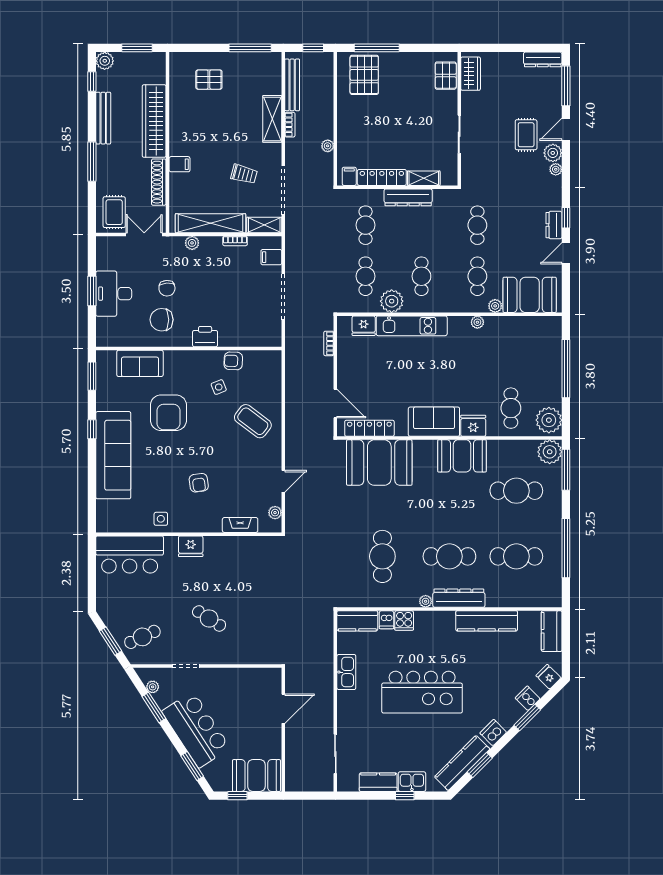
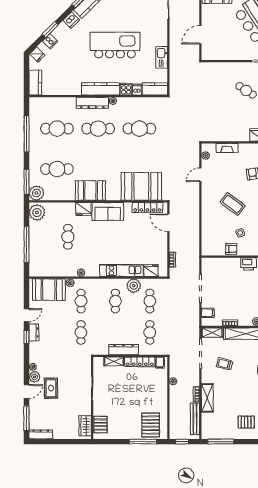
cafe table: (511, 408) -> (68, 237), moved
coffee table: (253, 421) -> (233, 204), moved
cafe table: (382, 556) -> (139, 129), turned 90
kitchen counter: (487, 621) -> (101, 89), moved

